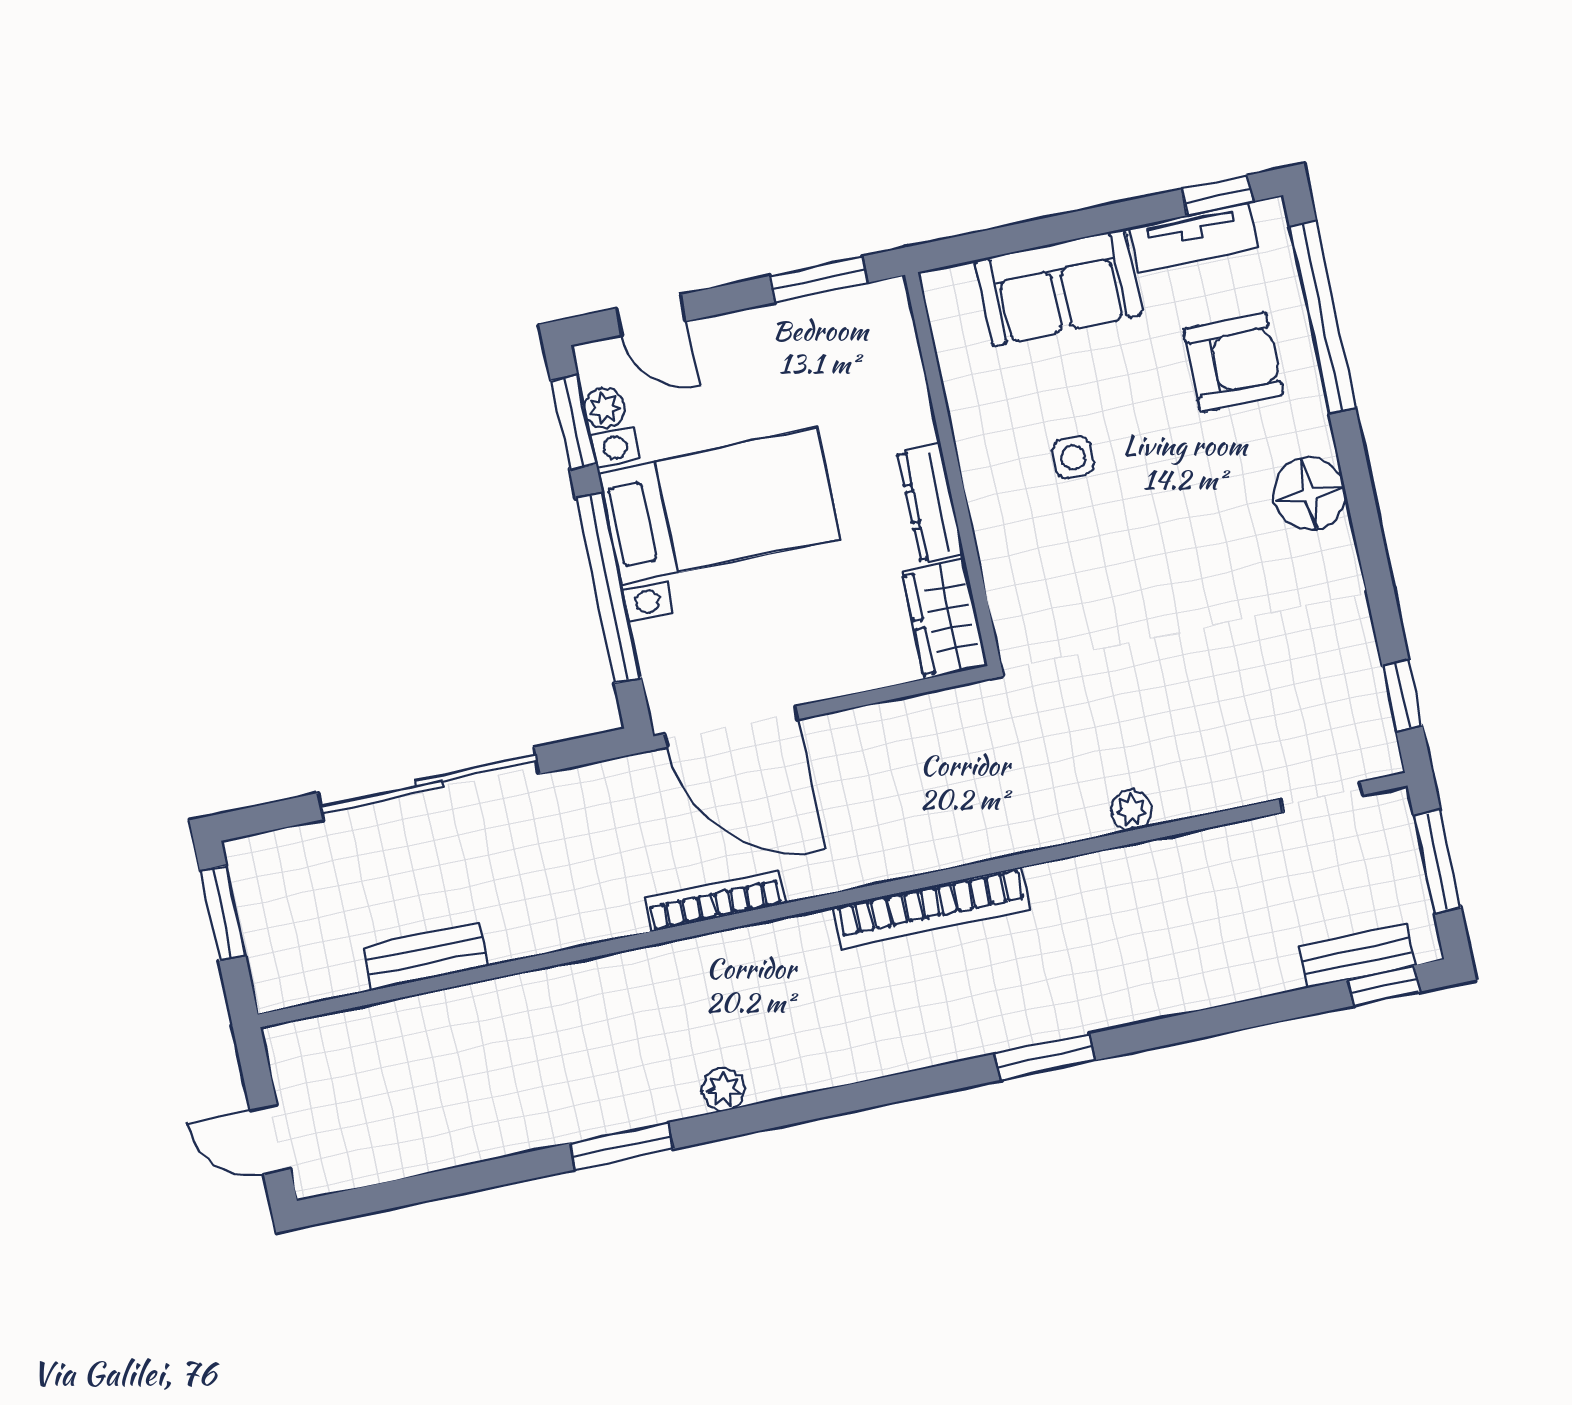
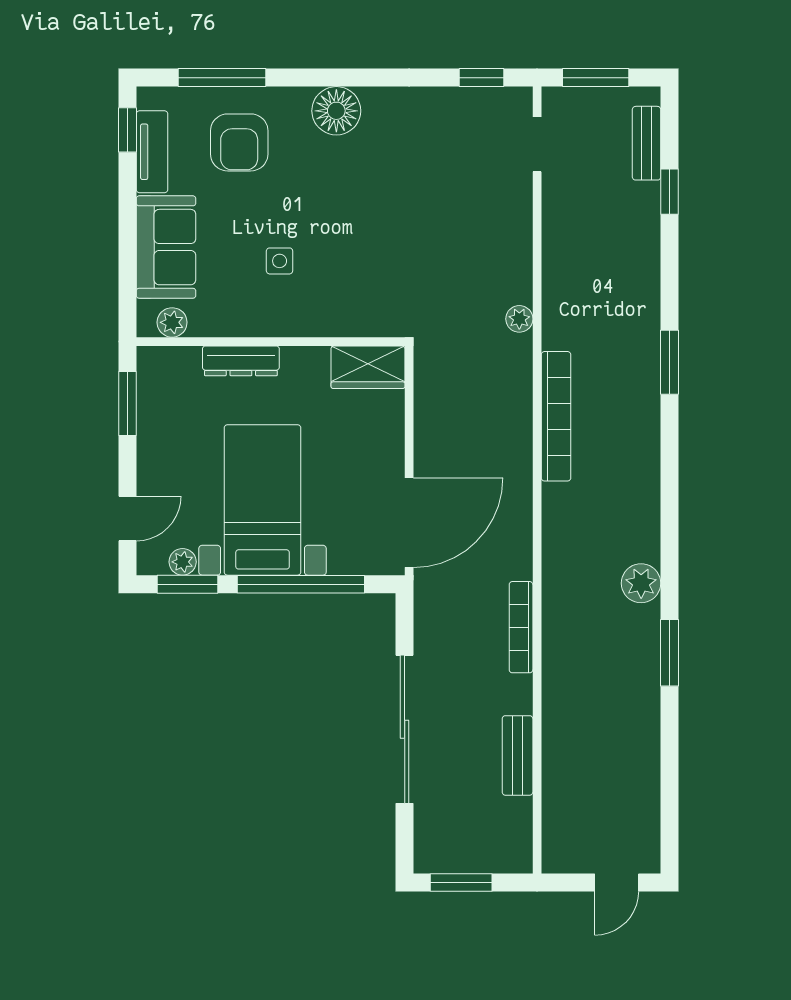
window: (1323, 317) -> (222, 78), width x0.68
plant: (950, 320) -> (172, 322), added
armchair: (1233, 362) -> (239, 142), turned 180
dresser: (931, 503) -> (241, 361), moved
plant: (1131, 810) -> (519, 319), moved
bookcase: (715, 901) -> (521, 627), moved
window: (1384, 986) -> (670, 192), moved
plant: (724, 1089) -> (641, 583), width x1.38, depth x1.38

